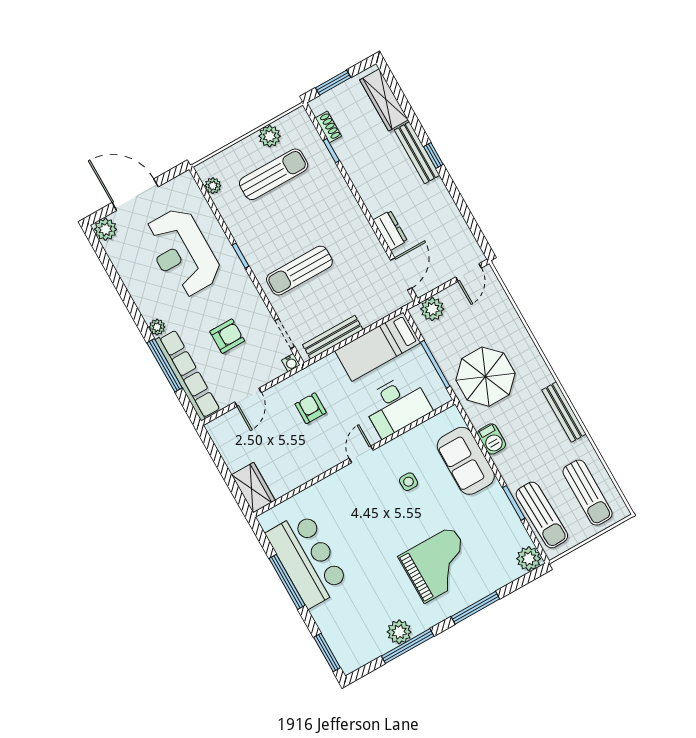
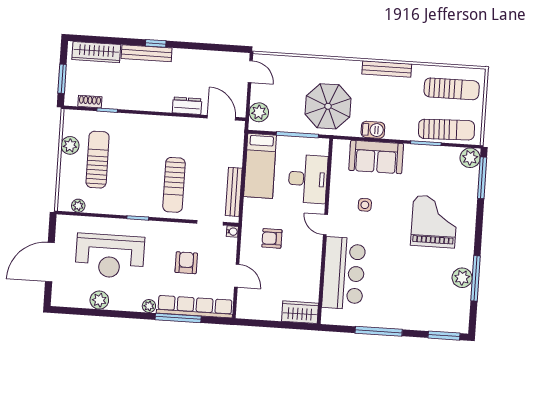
plant: (105, 229) -> (99, 300), moved
bar counter: (307, 559) -> (344, 273), moved, turned 90
window: (475, 608) -> (482, 178), moved

